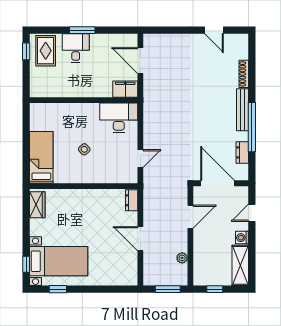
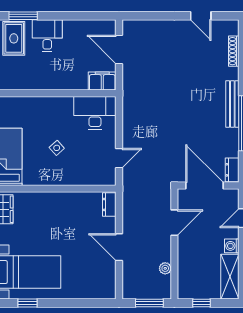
window: (82, 30) -> (23, 16), moved
shoe rack: (244, 74) -> (234, 51), moved
dresser: (242, 152) -> (232, 170), moved

